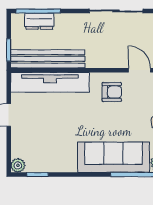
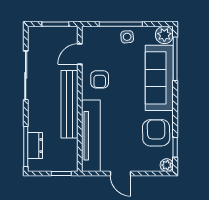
bench: (48, 59) -> (69, 104), moved
armchair: (112, 92) -> (100, 79), turned 180
armchair: (53, 154) -> (156, 133), added

